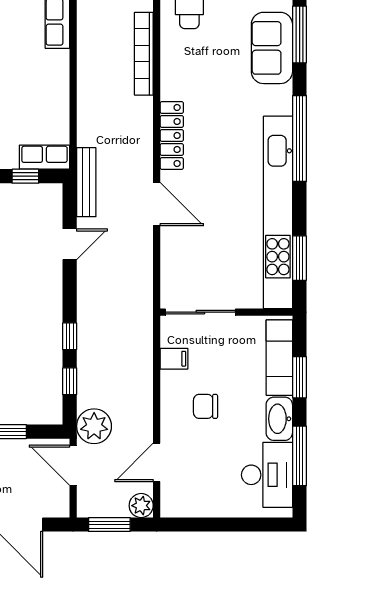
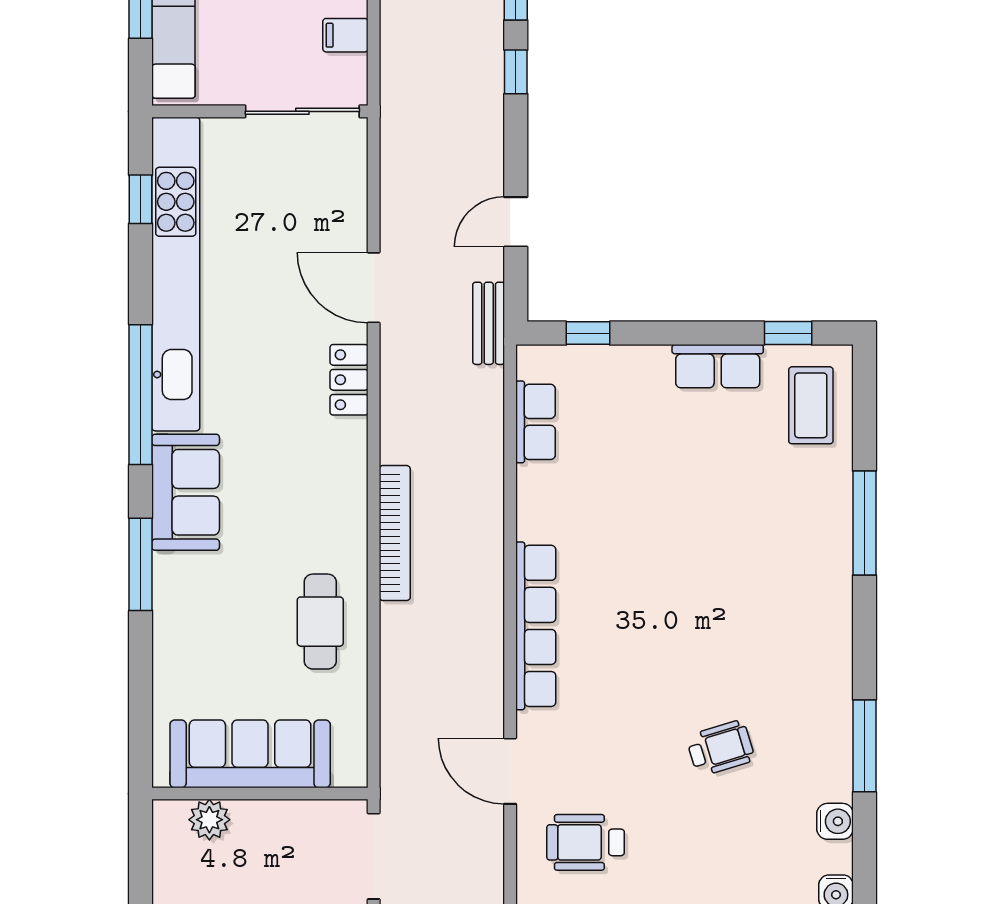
sofa: (272, 48) -> (186, 492), moved
locker: (172, 135) -> (349, 380), width x0.66
row of seats: (44, 157) -> (535, 422), moved, turned -90
bench: (86, 182) -> (489, 323), width x0.73
window: (300, 258) -> (141, 199), width x0.67

